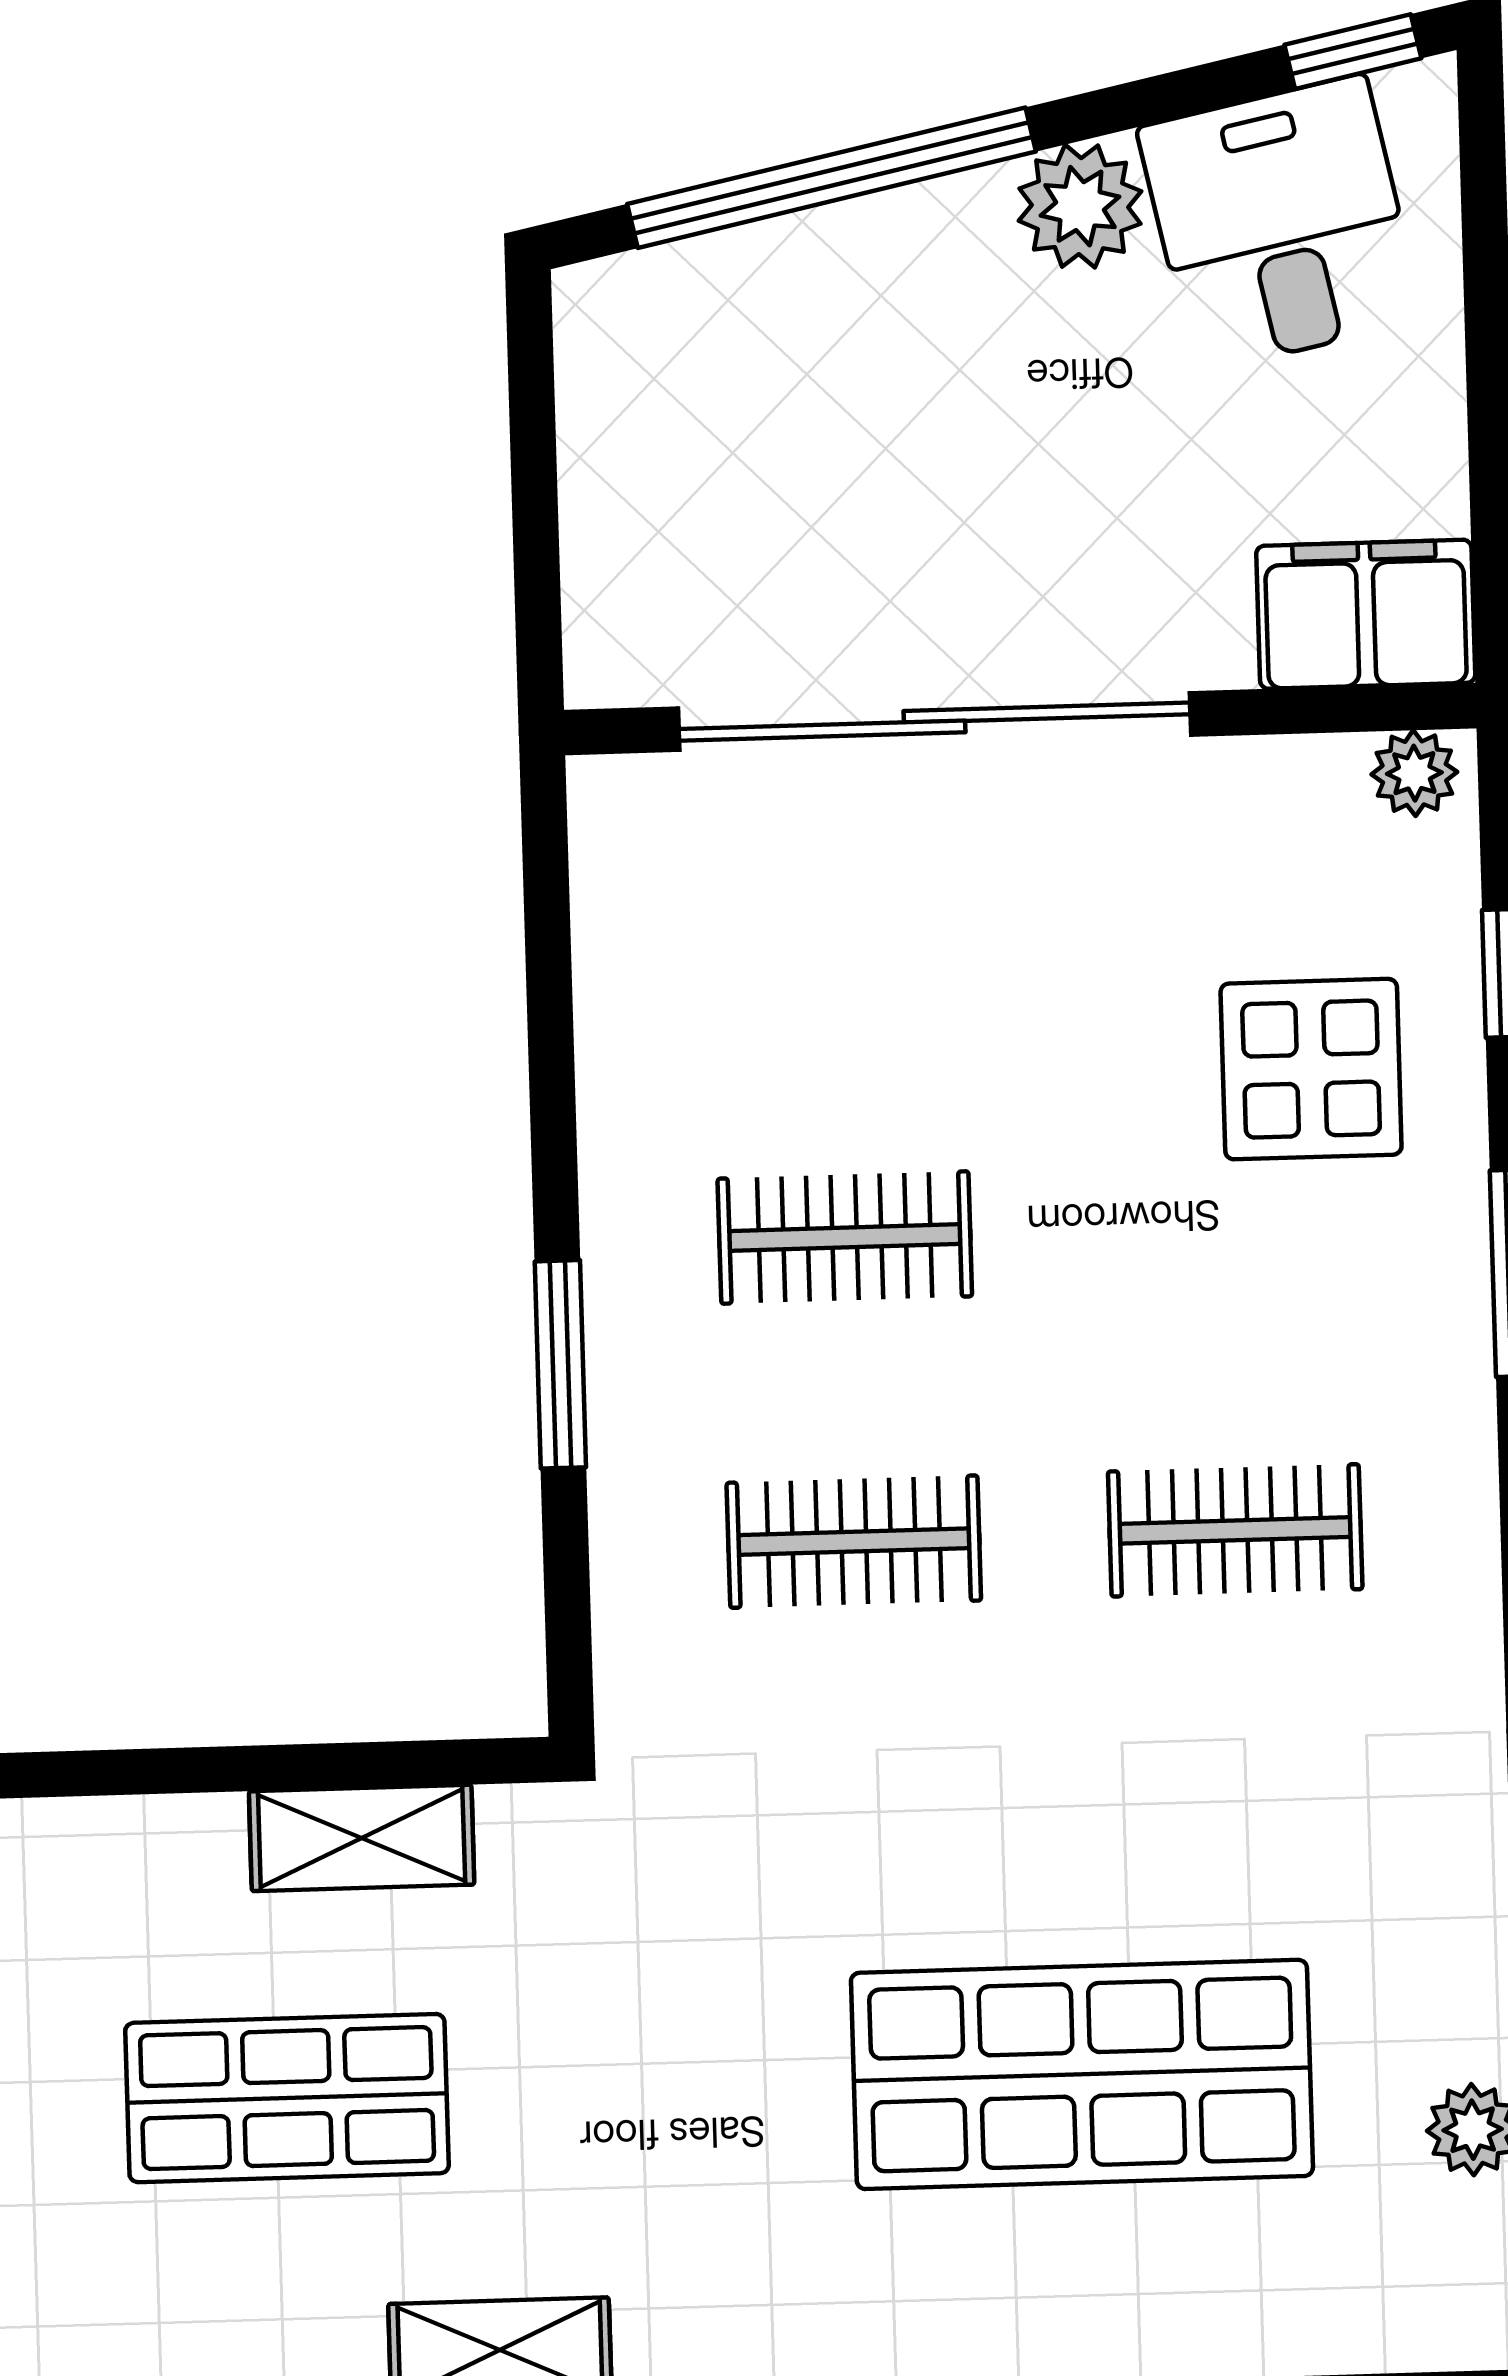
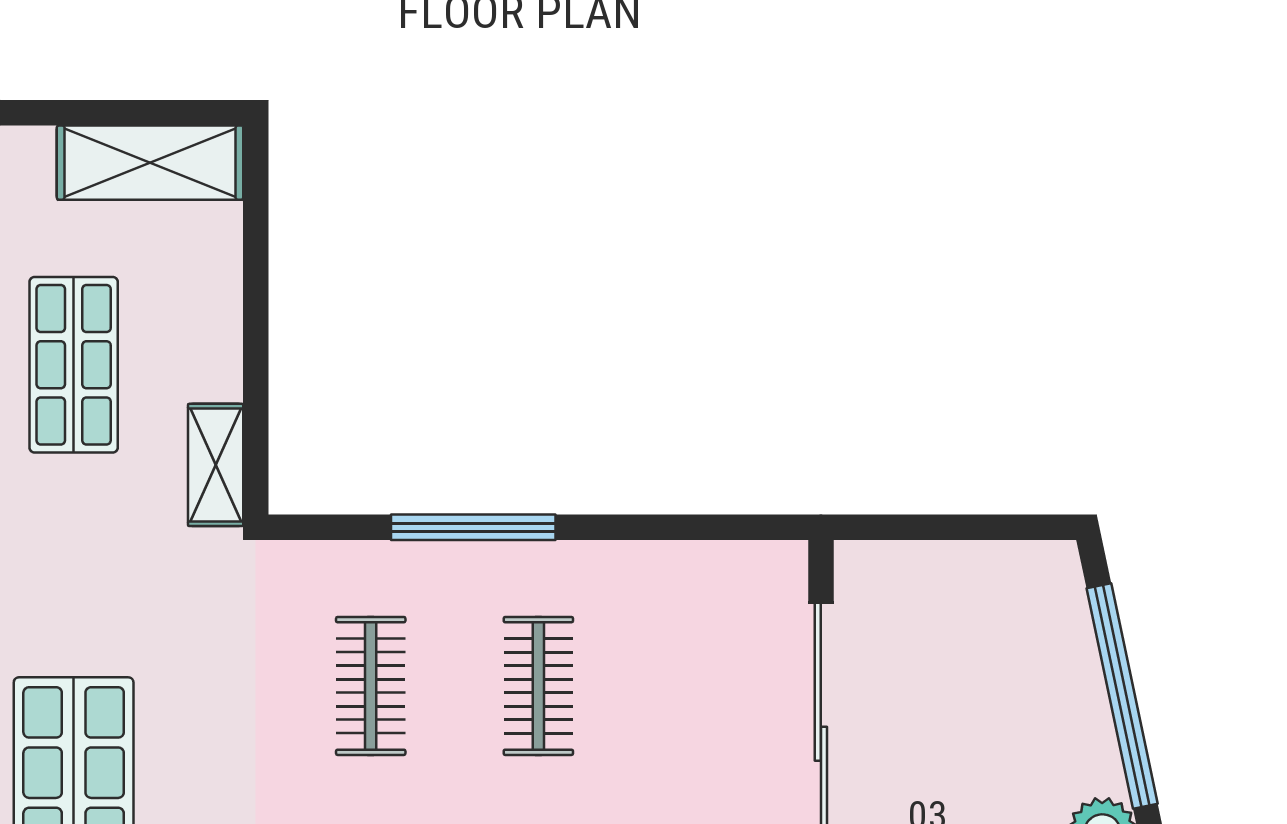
window: (560, 1364) -> (473, 527), width x1.44
shelving: (362, 1838) -> (216, 465), moved

